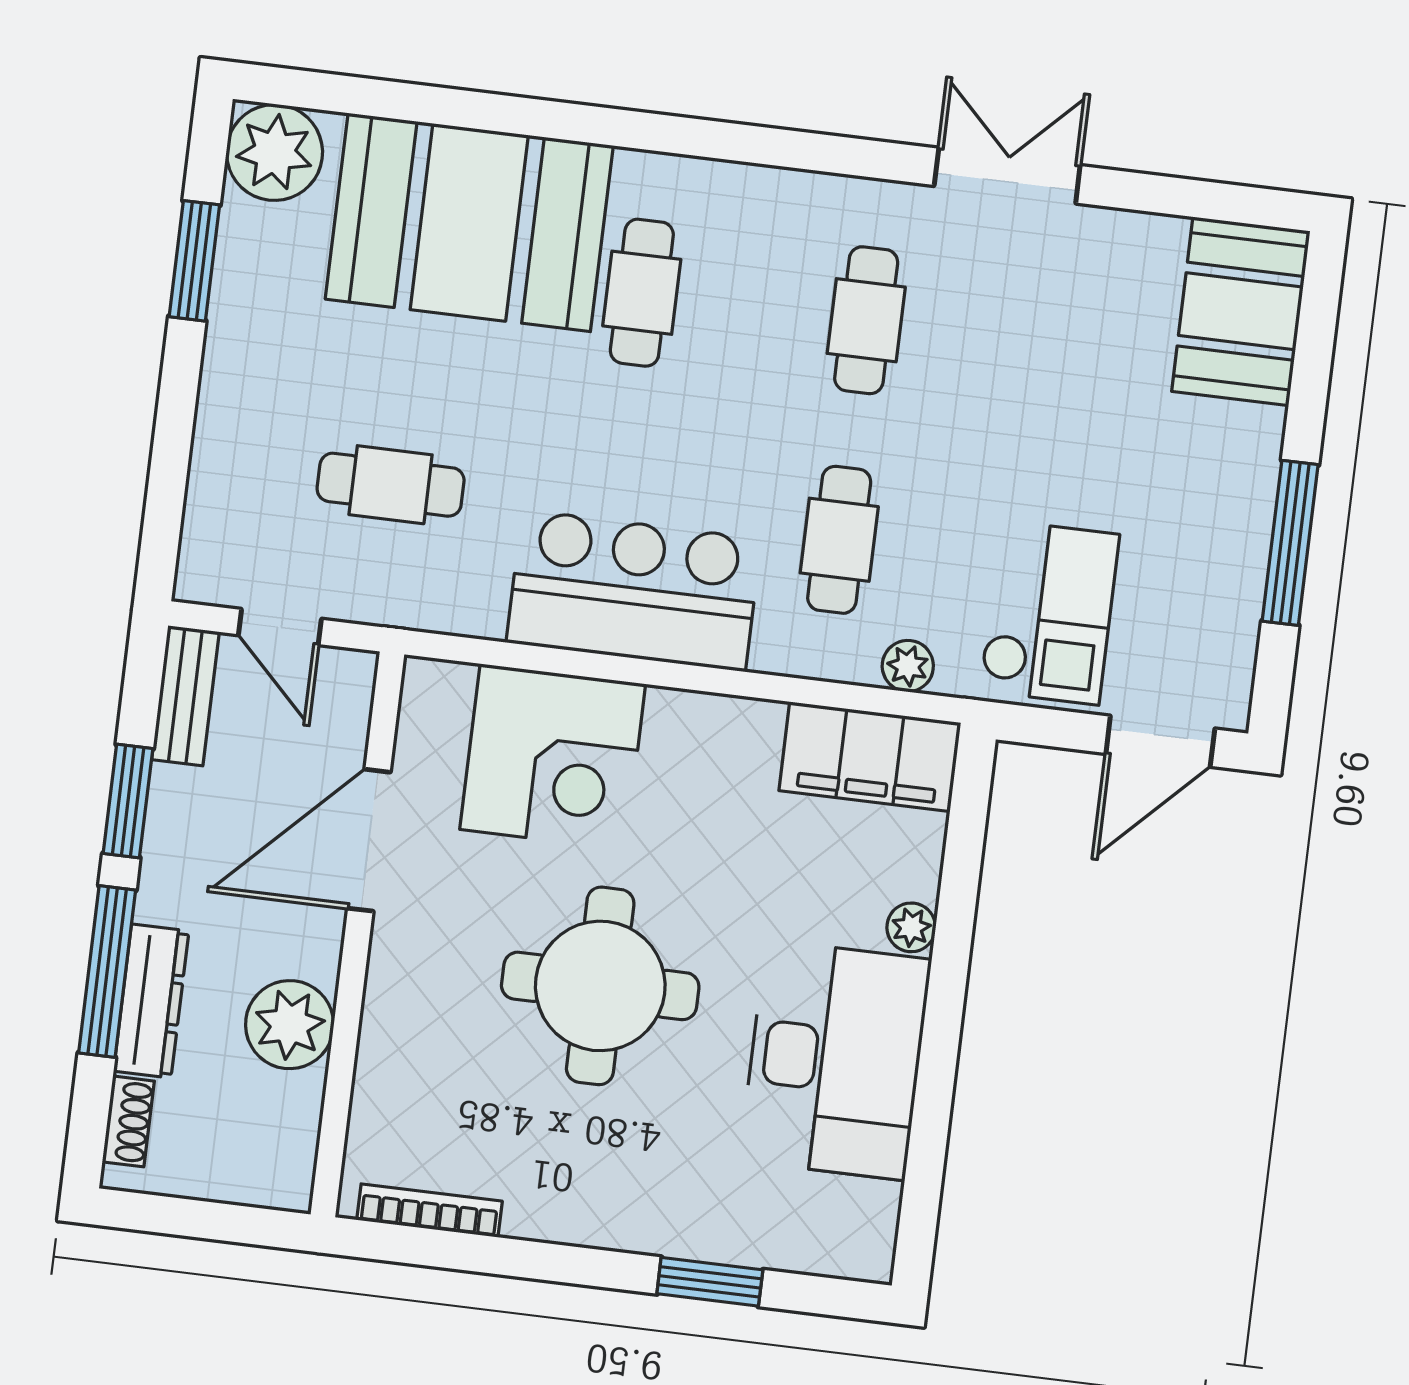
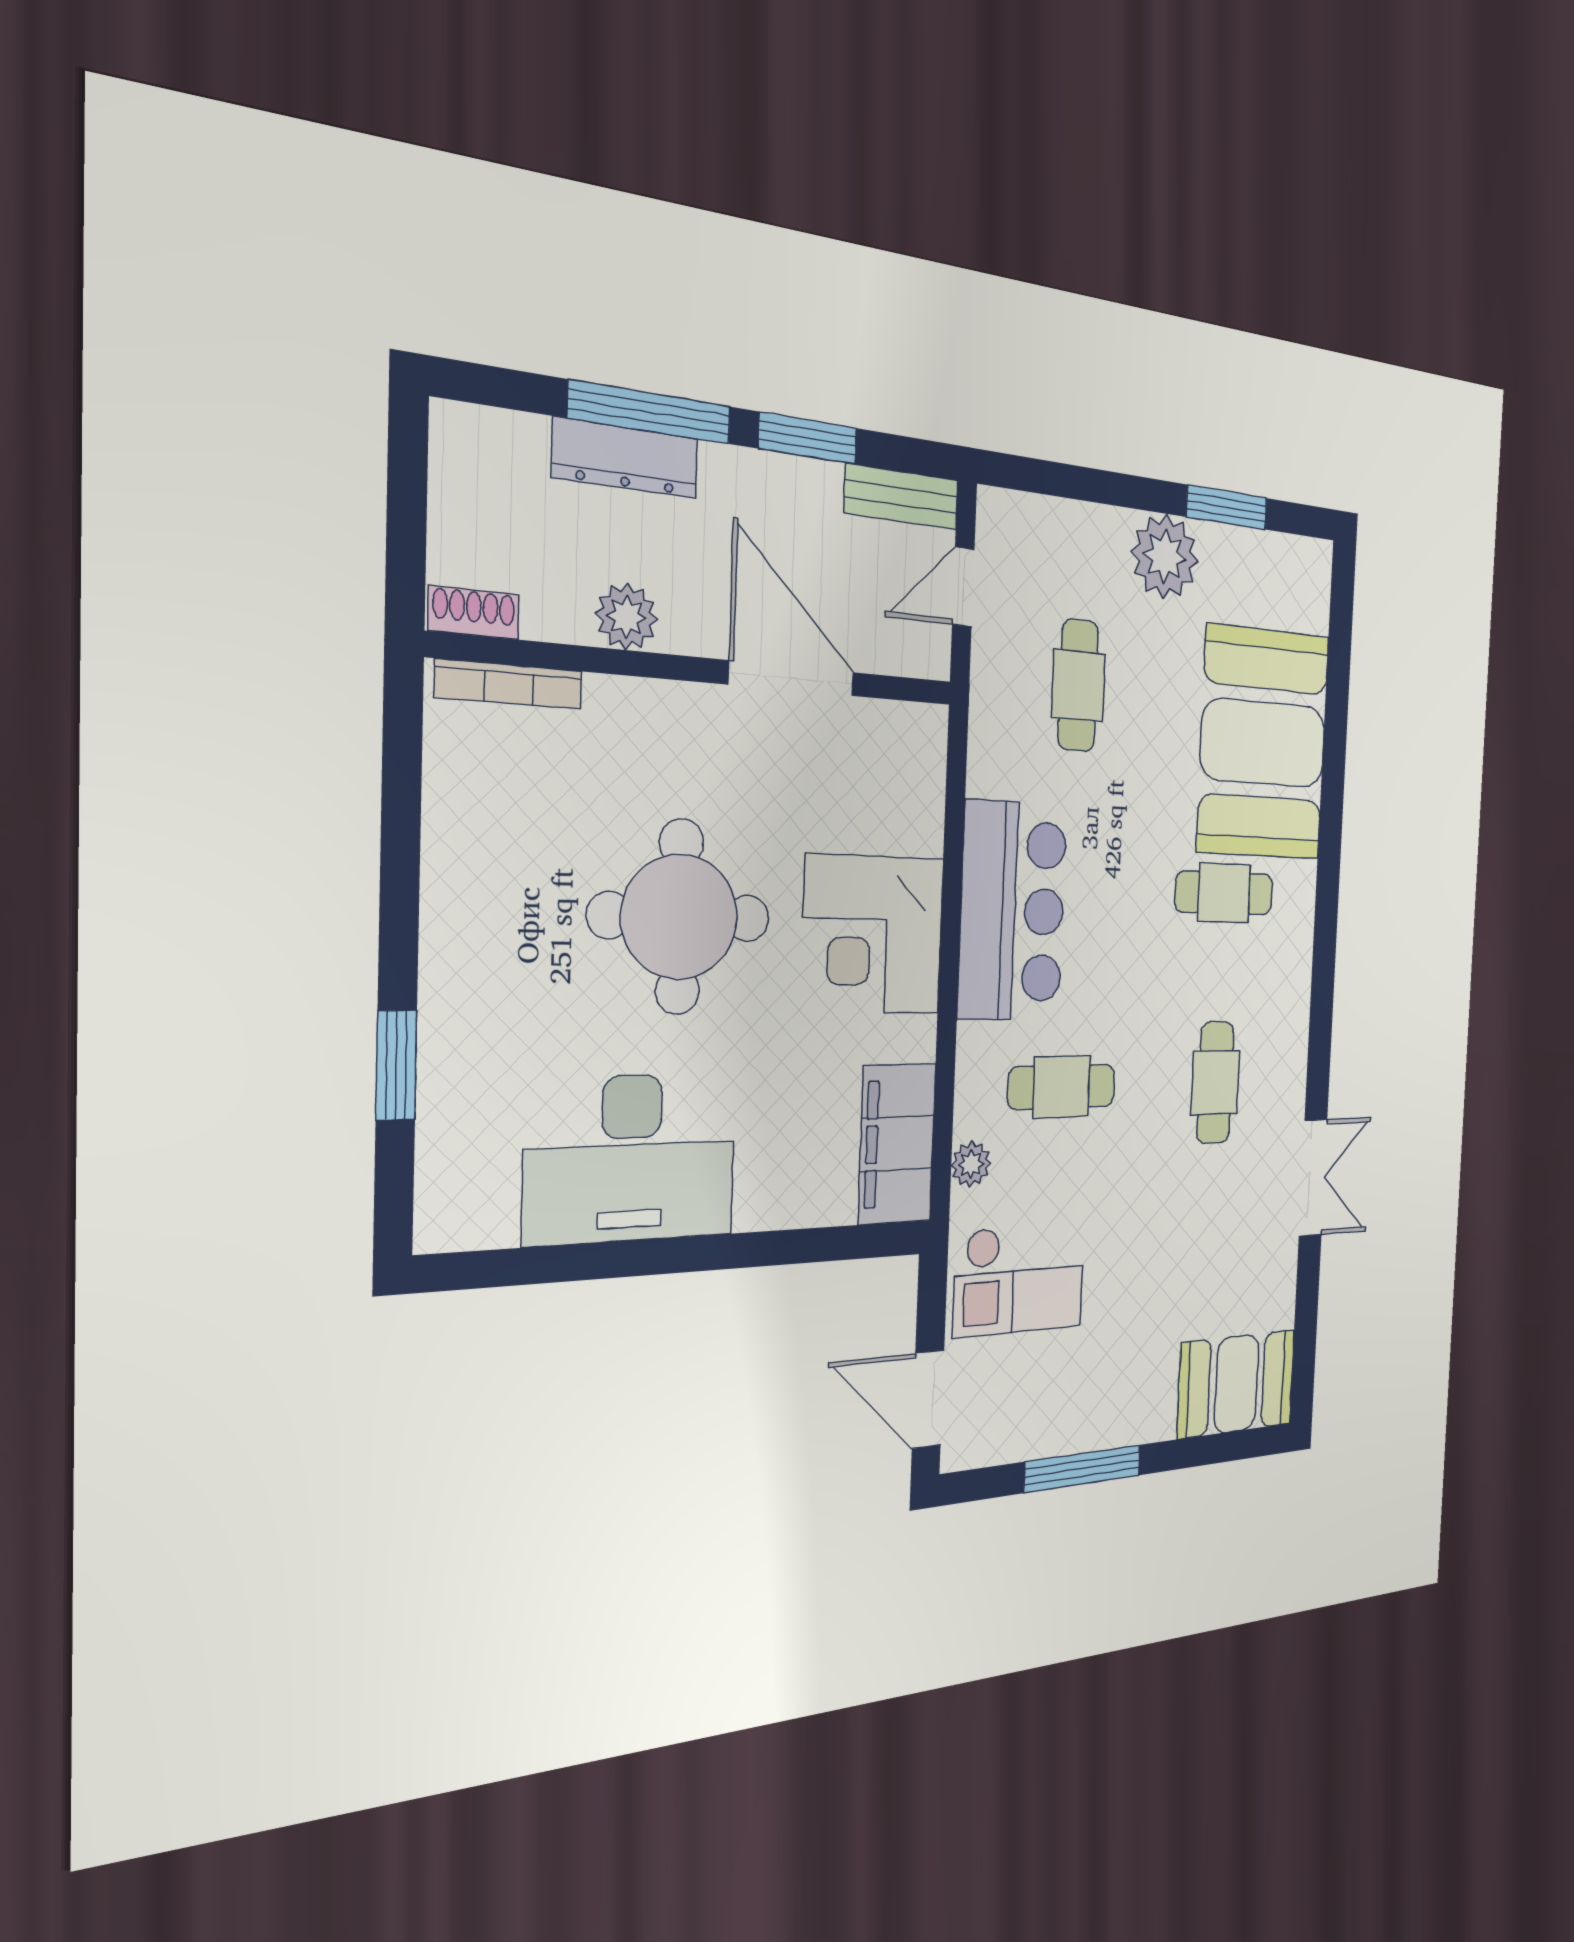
plant: (275, 152) -> (1165, 556), moved
cafe table: (866, 320) -> (1215, 1083), turned 90
corner desk: (553, 757) -> (873, 935), moved
plant: (911, 927) -> (757, 1209), removed
plant: (290, 1025) -> (627, 617), width x0.73, depth x0.73
shoe rack: (128, 1121) -> (474, 613), moved, turned 180
bookcase: (429, 1211) -> (509, 684), moved, turned 90

